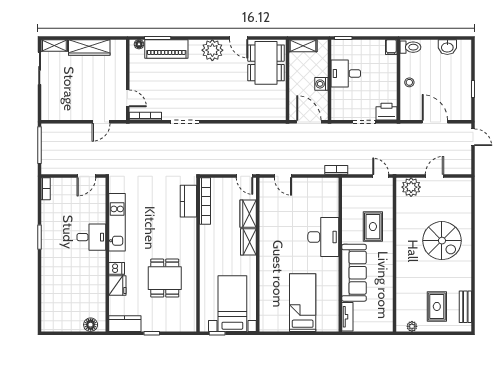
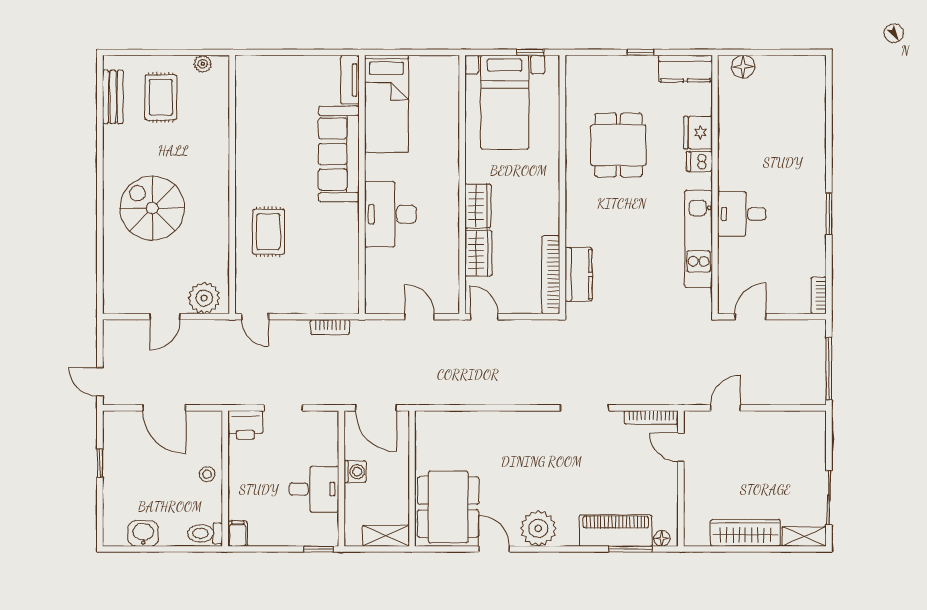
desk: (323, 237) -> (390, 214), moved
wall: (340, 255) -> (362, 185), moved
sofa: (354, 273) -> (339, 154), moved
tv unit: (347, 317) -> (350, 80), moved

